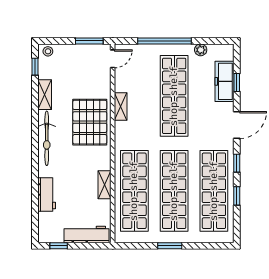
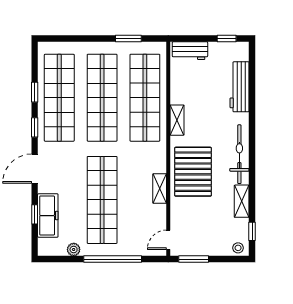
shelving: (105, 185) -> (177, 120), moved
workbench: (47, 195) -> (240, 87), width x1.37
workbench: (86, 234) -> (190, 51), width x0.73
window: (170, 246) -> (128, 39), moved

